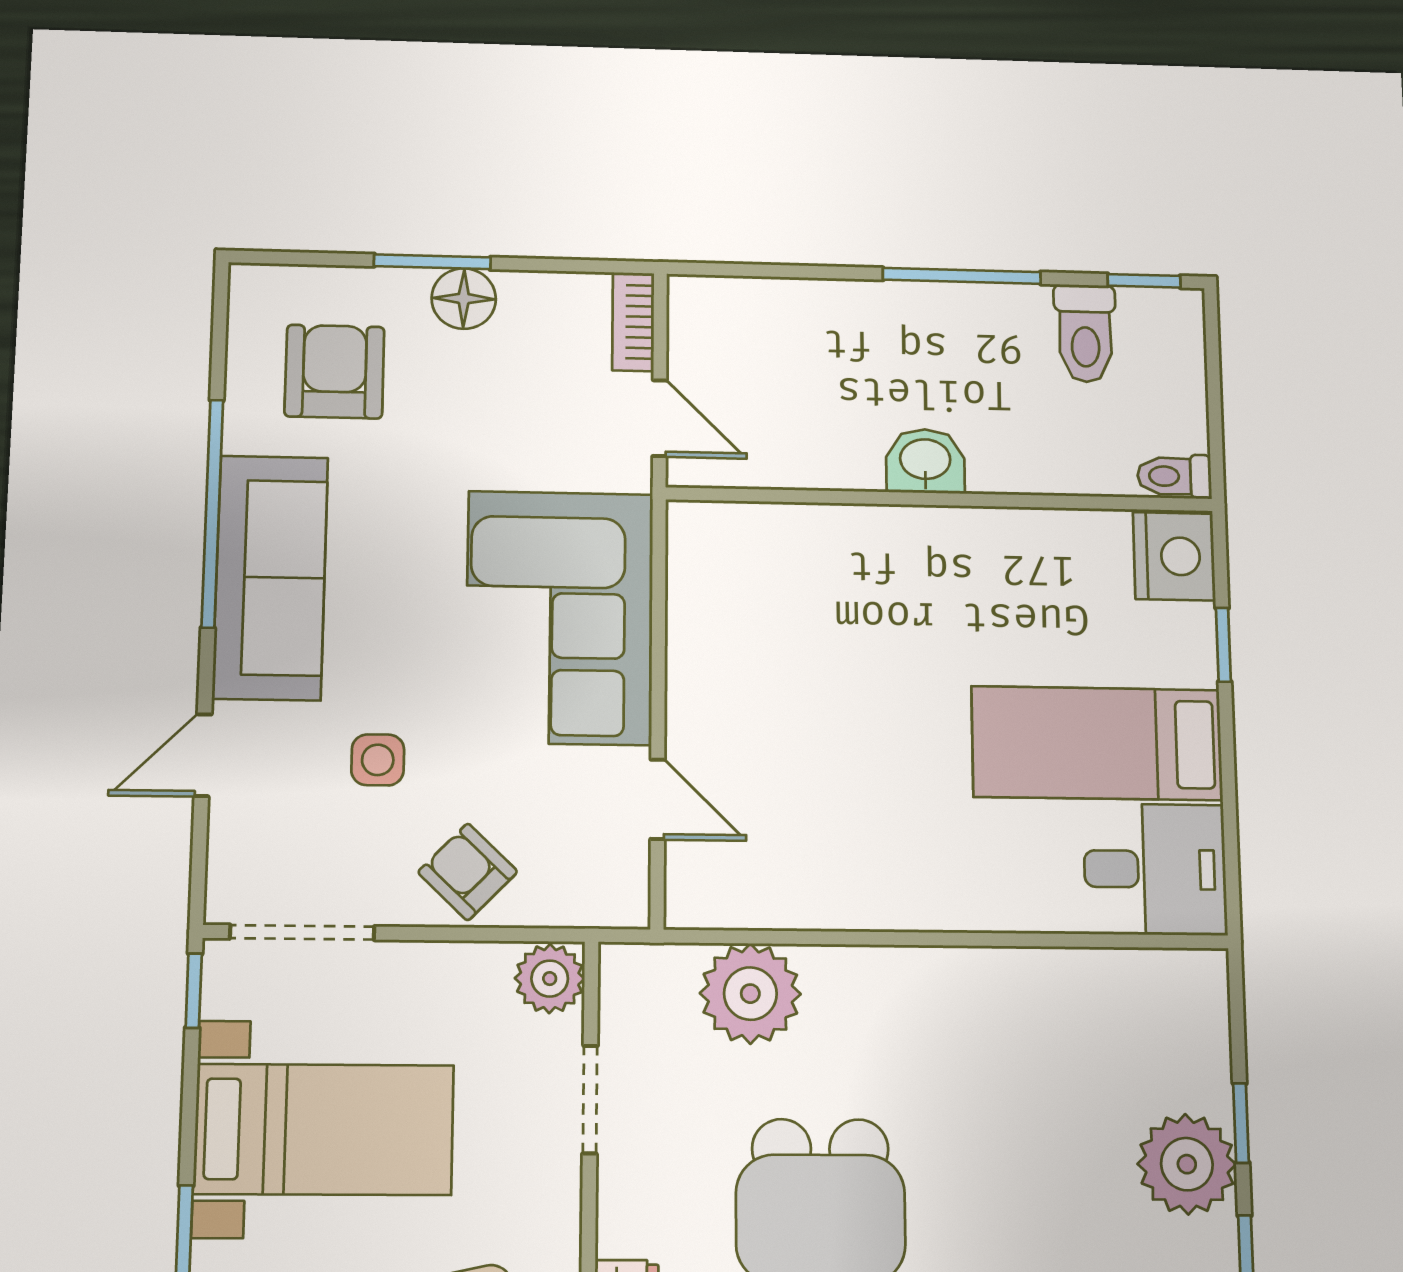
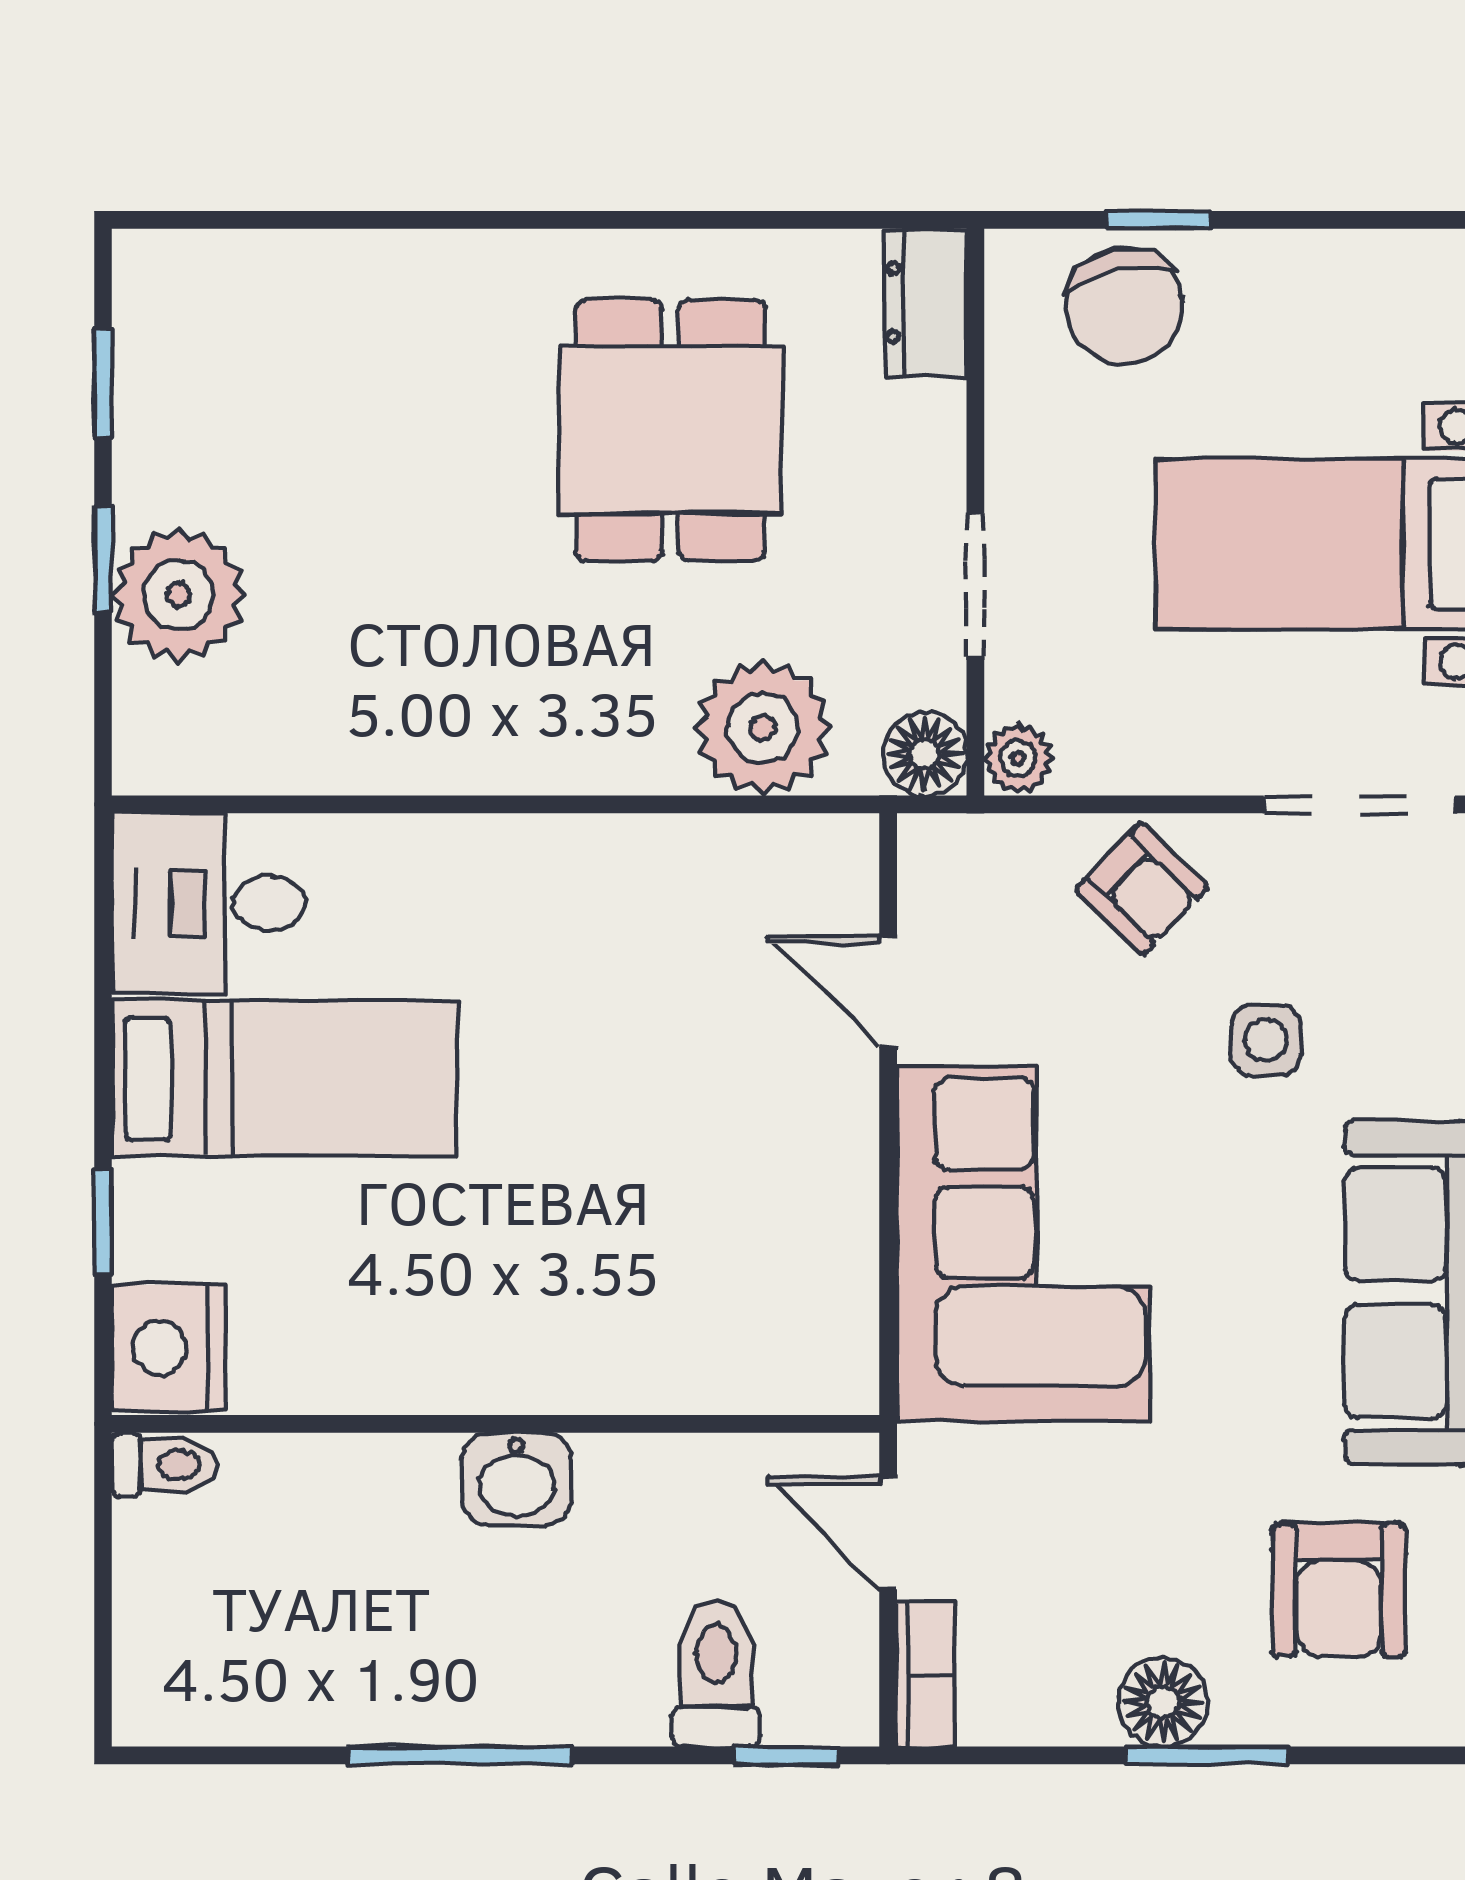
window: (1144, 281) -> (787, 1755), moved
toilet: (1085, 333) -> (716, 1674), moved
floor lamp: (629, 973) -> (925, 754), added
plant: (550, 979) -> (1018, 758), width x0.73, depth x0.73
plant: (1187, 1164) -> (179, 595), moved

